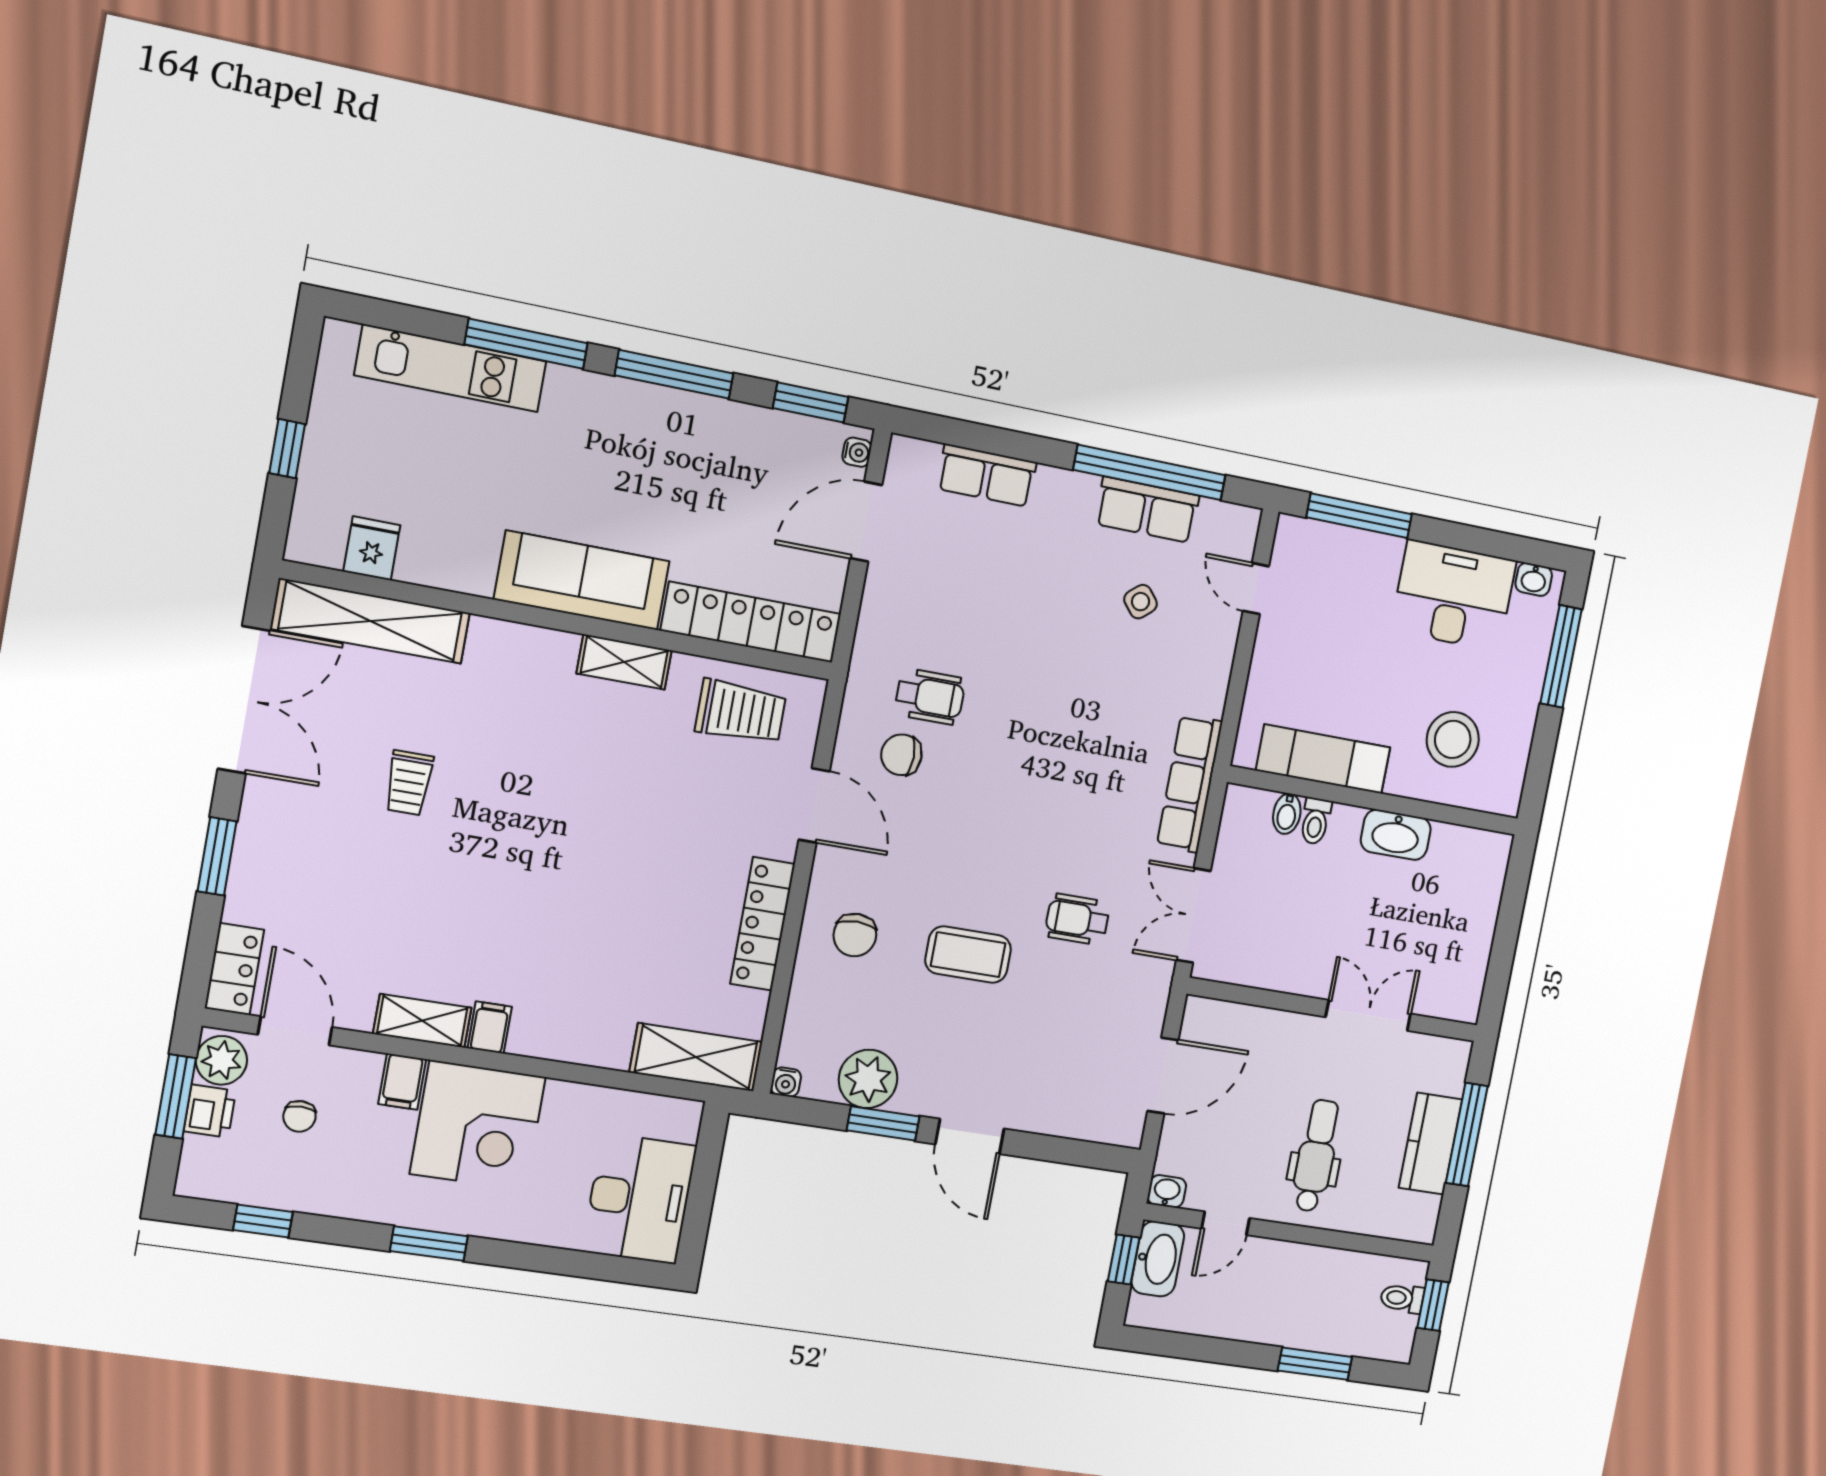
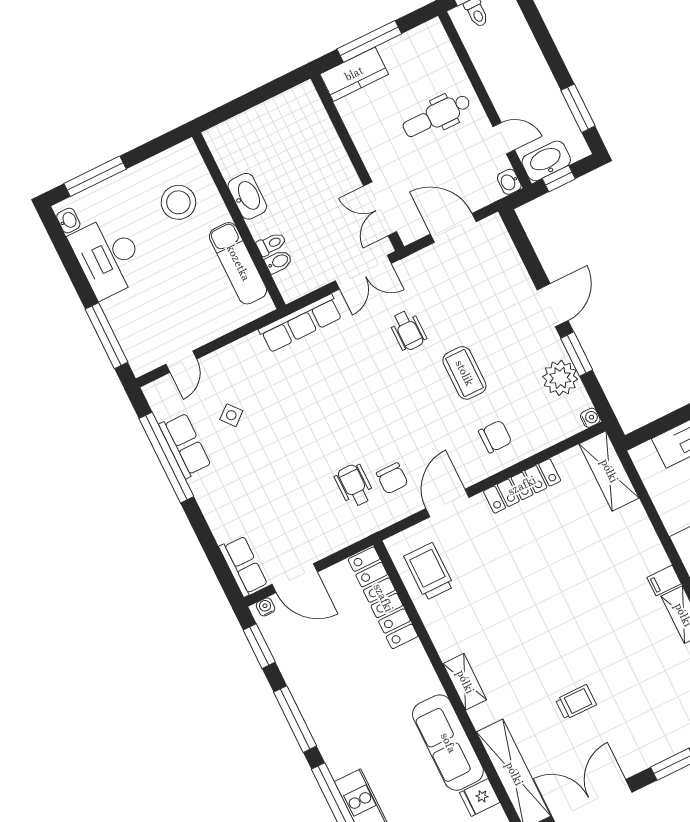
row of seats: (987, 475) -> (243, 566), moved
sofa: (582, 580) -> (448, 743), moved
shelving: (624, 662) -> (465, 682), moved
double door: (1368, 1015) -> (380, 209), moved
kitchen counter: (1430, 1144) -> (354, 74), moved
window: (1315, 1364) -> (578, 108), moved

